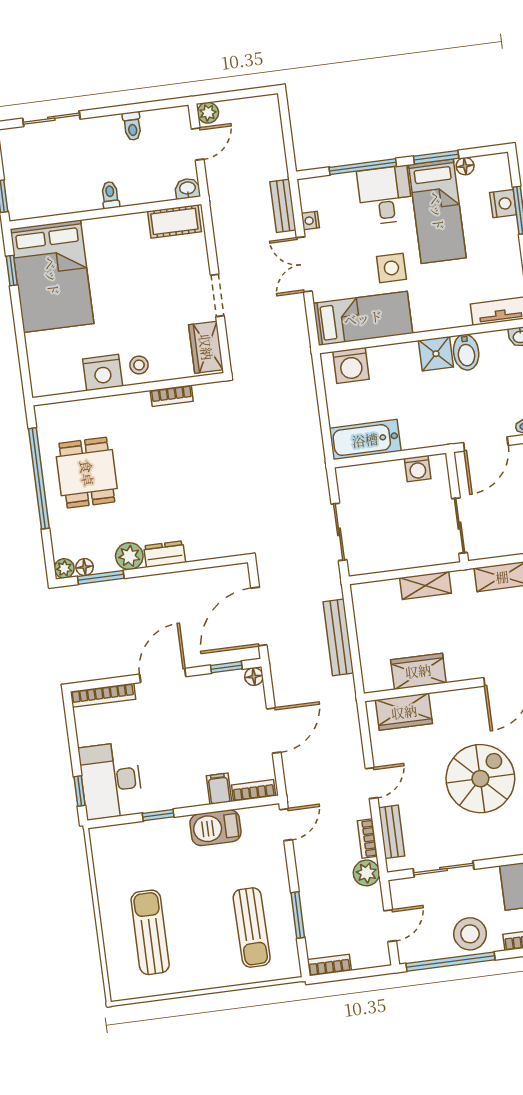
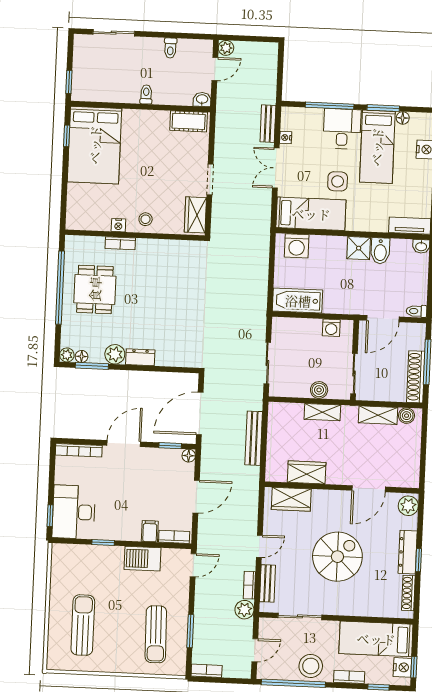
nightstand: (103, 372) -> (118, 225), width x0.53, depth x0.56
bookcase: (172, 396) -> (120, 243), moved
boiler: (416, 556) -> (319, 390), added

